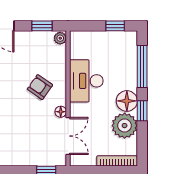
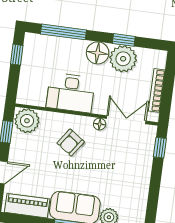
plant: (60, 38) -> (27, 121), width x1.87, depth x1.87
window: (142, 111) -> (124, 40), moved
bookcase: (117, 161) -> (157, 90), moved

